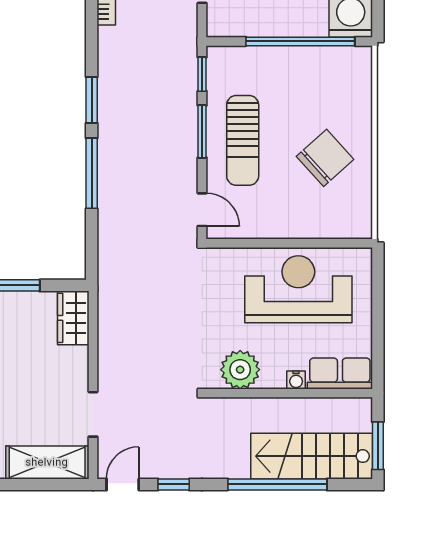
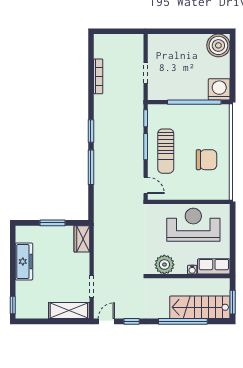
chair: (325, 158) -> (206, 160), turned 42

